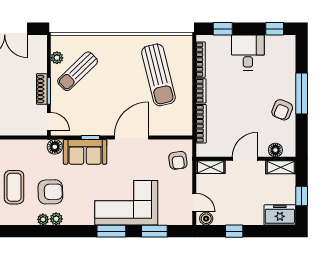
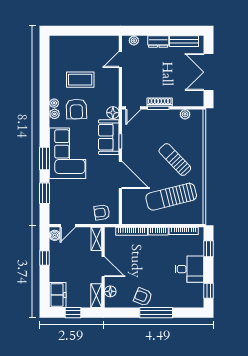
sun lounger: (78, 71) -> (175, 160), moved
corner sofa: (126, 203) -> (68, 153), moved

